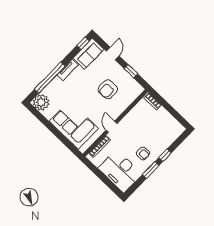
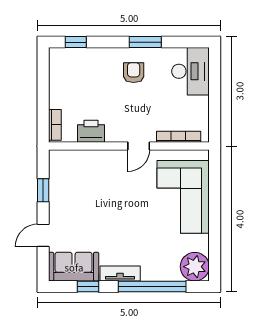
window: (83, 43) -> (88, 286), moved
armchair: (108, 89) -> (95, 197), removed
printer: (136, 113) -> (91, 131), added
window: (165, 155) -> (76, 42), moved
desk: (120, 171) -> (190, 71), width x0.73, depth x0.77

